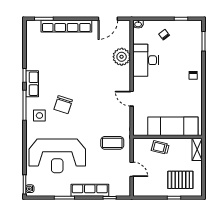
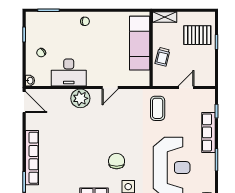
door: (108, 19) -> (24, 102), moved
plant: (122, 57) -> (80, 98), moved
chair: (63, 105) -> (117, 161), turned -108
pallet: (180, 180) -> (197, 35), turned 90

